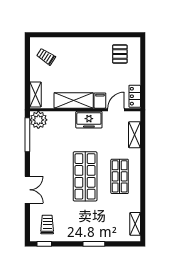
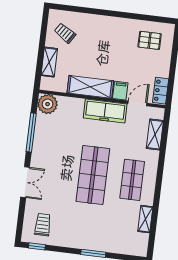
pallet: (120, 54) -> (150, 40), turned 90
shelving: (35, 94) -> (49, 62), moved
freezer: (89, 120) -> (105, 111), width x1.40
window: (27, 135) -> (31, 133), moved
shelving: (135, 224) -> (145, 219), moved

